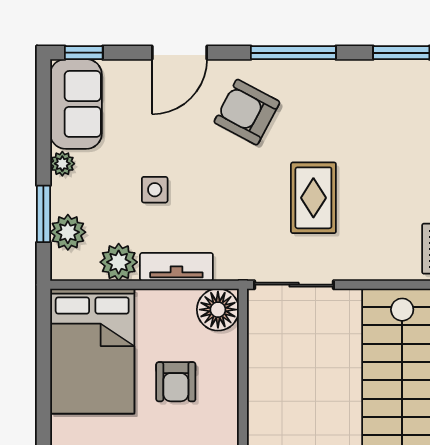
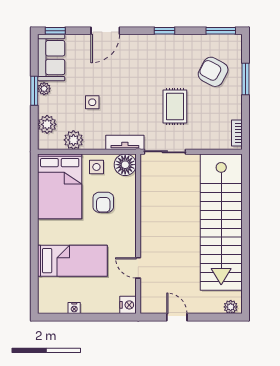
window: (293, 53) -> (164, 31), width x0.46
armchair: (247, 112) -> (213, 72), moved
window: (43, 214) -> (34, 91), moved
tv unit: (176, 267) -> (125, 142), moved
side table: (163, 314) -> (96, 167), added

